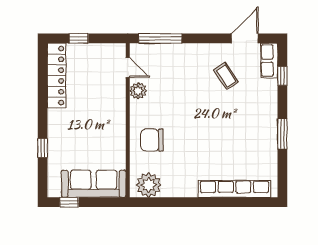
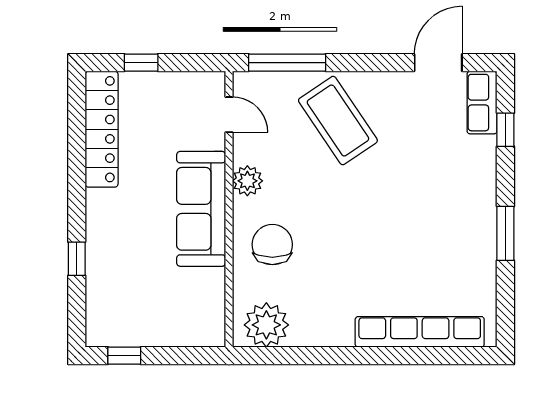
coffee table: (226, 76) -> (338, 121), moved, width x1.86, depth x1.72
plant: (138, 91) -> (247, 181), moved
chair: (152, 140) -> (272, 245), turned 90
sofa: (94, 184) -> (201, 209), moved, turned -90

